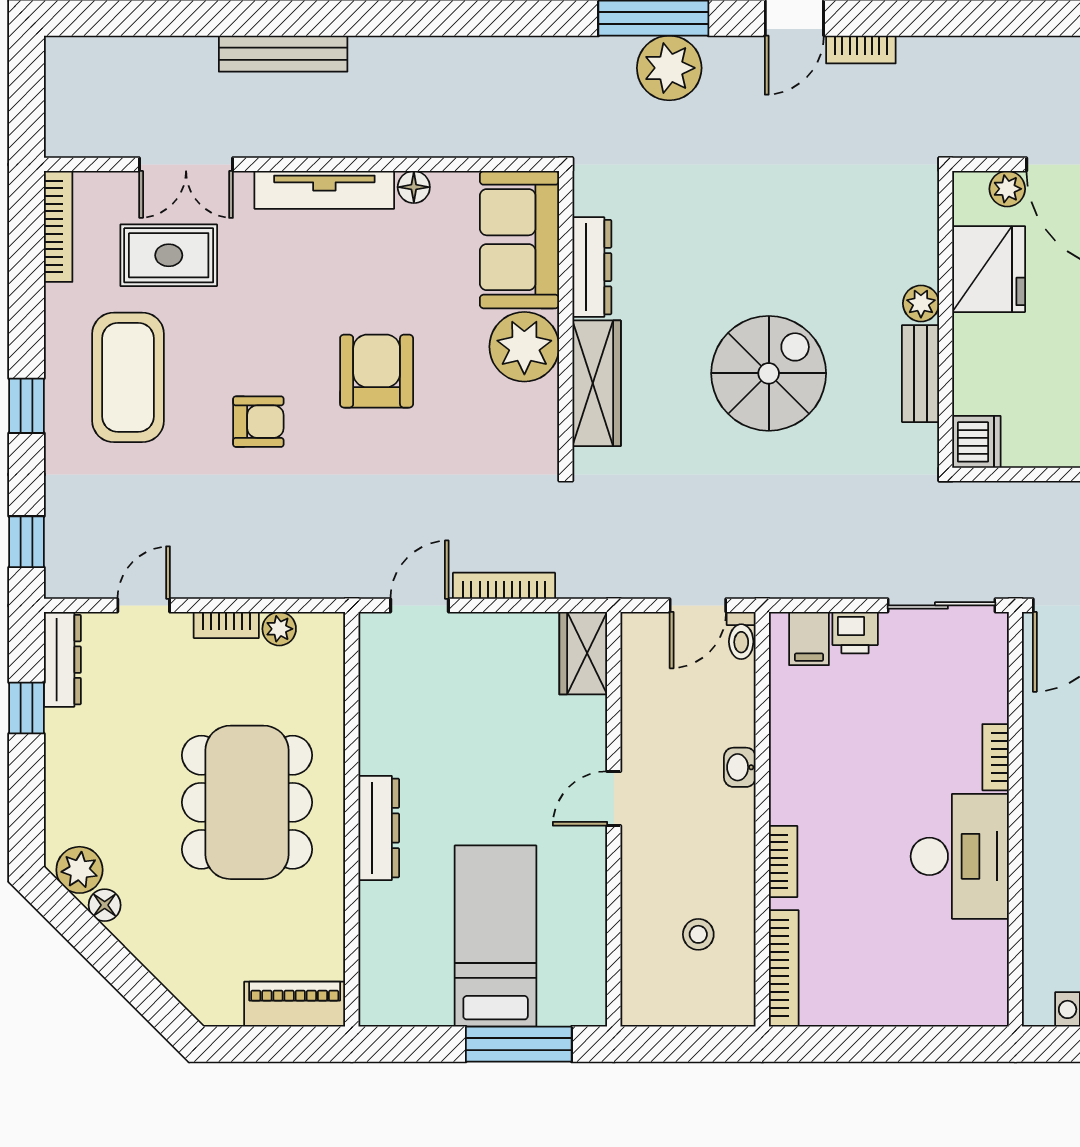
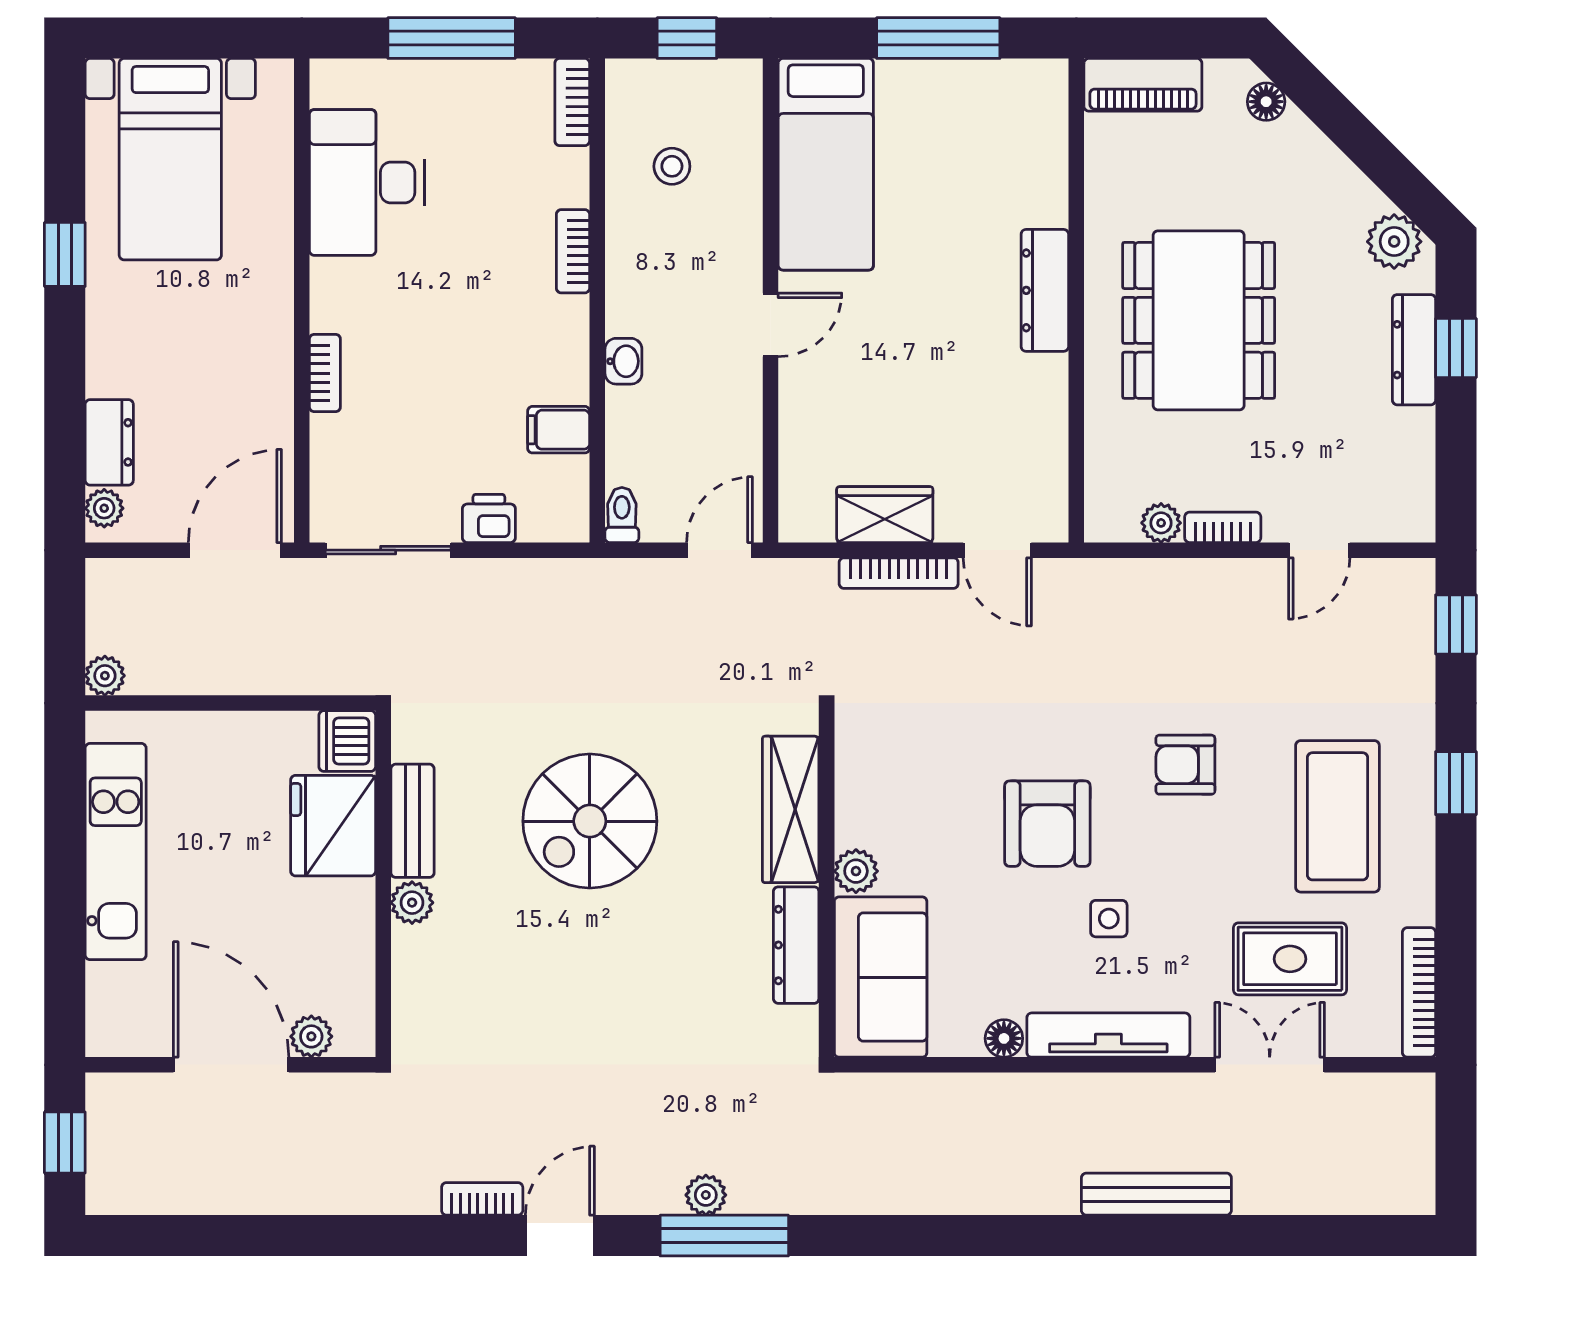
plant: (669, 68) -> (706, 1195), width x0.53, depth x0.53
fridge: (989, 269) -> (333, 826), moved
side table: (324, 290) -> (1109, 919), added
plant: (524, 347) -> (856, 871), width x0.53, depth x0.53
door: (420, 605) -> (997, 550), hinge flipped
door: (698, 605) -> (719, 550), moved
filing cabinet: (809, 639) -> (559, 430), moved, turned -90
wardrobe: (583, 653) -> (885, 515), moved, turned -90
dresser: (62, 660) -> (1414, 350), moved
window: (27, 708) -> (1456, 348), moved
desk: (960, 856) -> (367, 182), moved
floor lamp: (105, 905) -> (1266, 102), moved
bed: (496, 936) -> (826, 164), moved
bookcase: (784, 968) -> (572, 102), width x0.64
window: (519, 1044) -> (938, 38), moved
window: (685, 1044) -> (687, 38), added
window: (887, 1044) -> (452, 38), added

